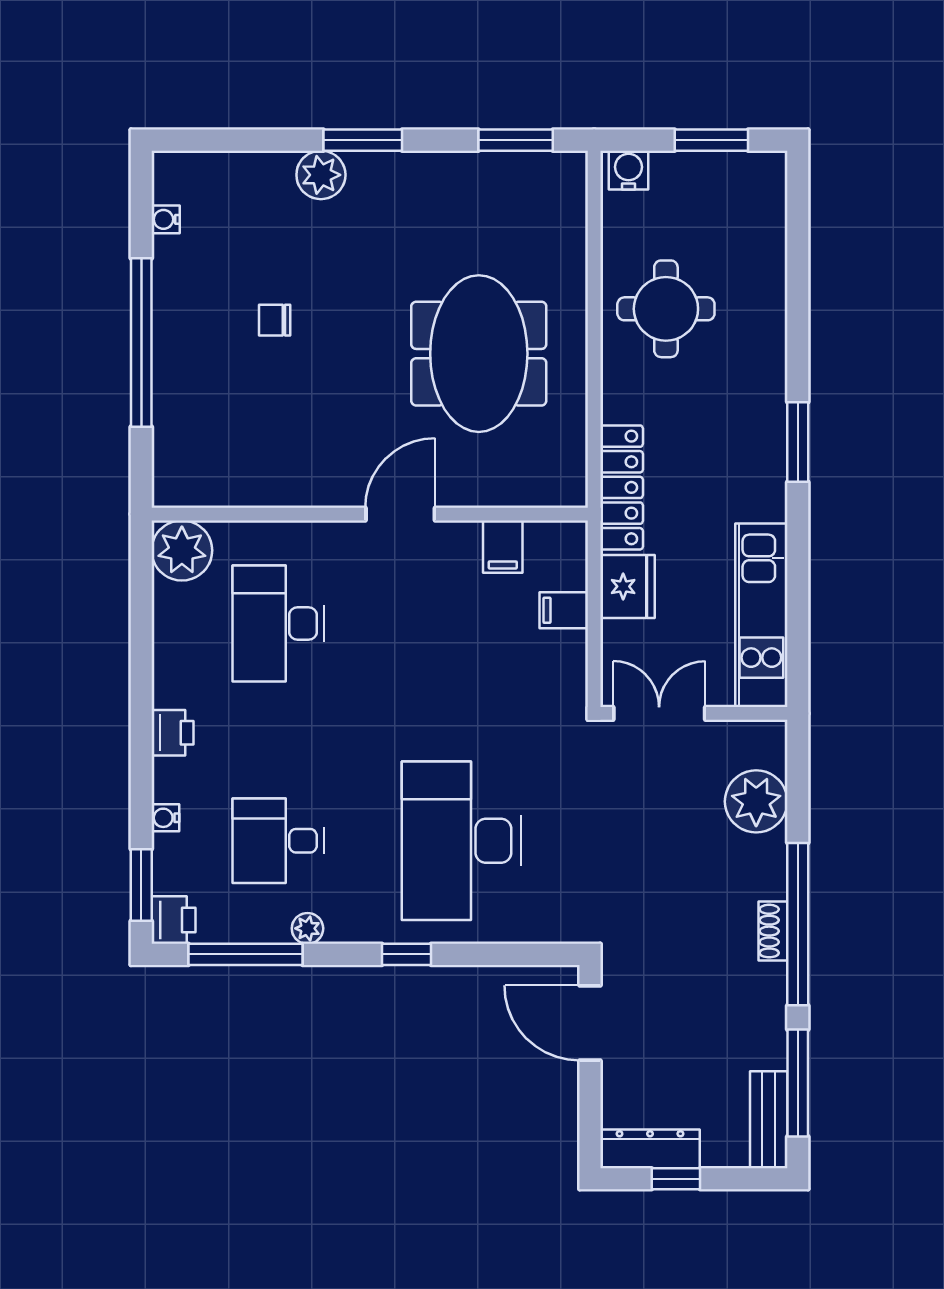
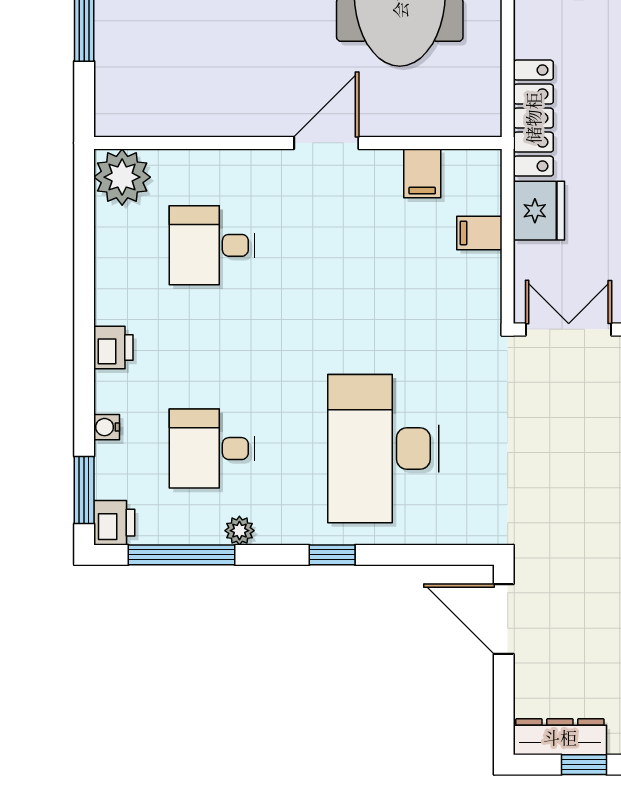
desk: (278, 624) -> (212, 245), width x0.73

